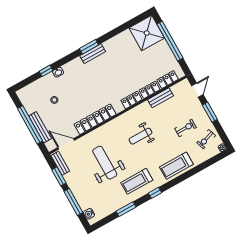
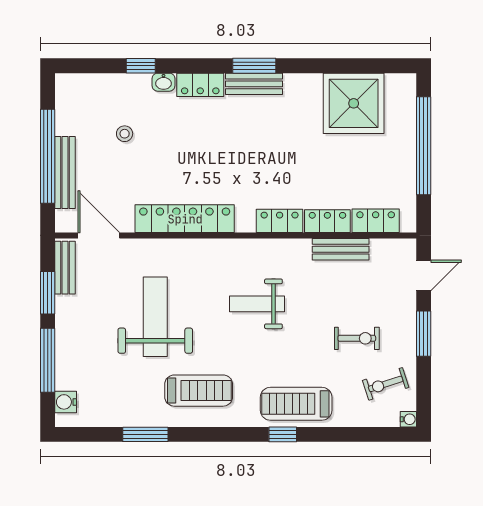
shower: (147, 33) -> (354, 103), moved
locker: (73, 65) -> (200, 85), added
treadmill: (137, 181) -> (199, 391), turned 180
window: (155, 193) -> (283, 434), moved

